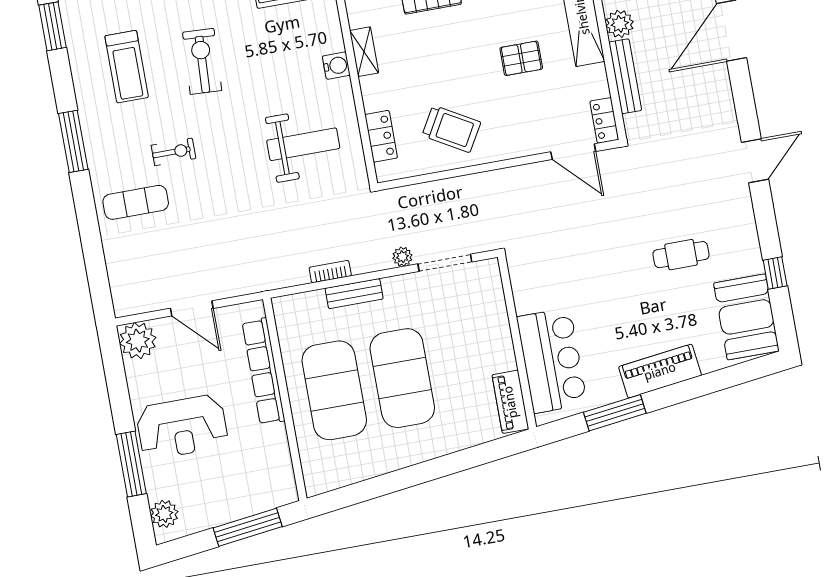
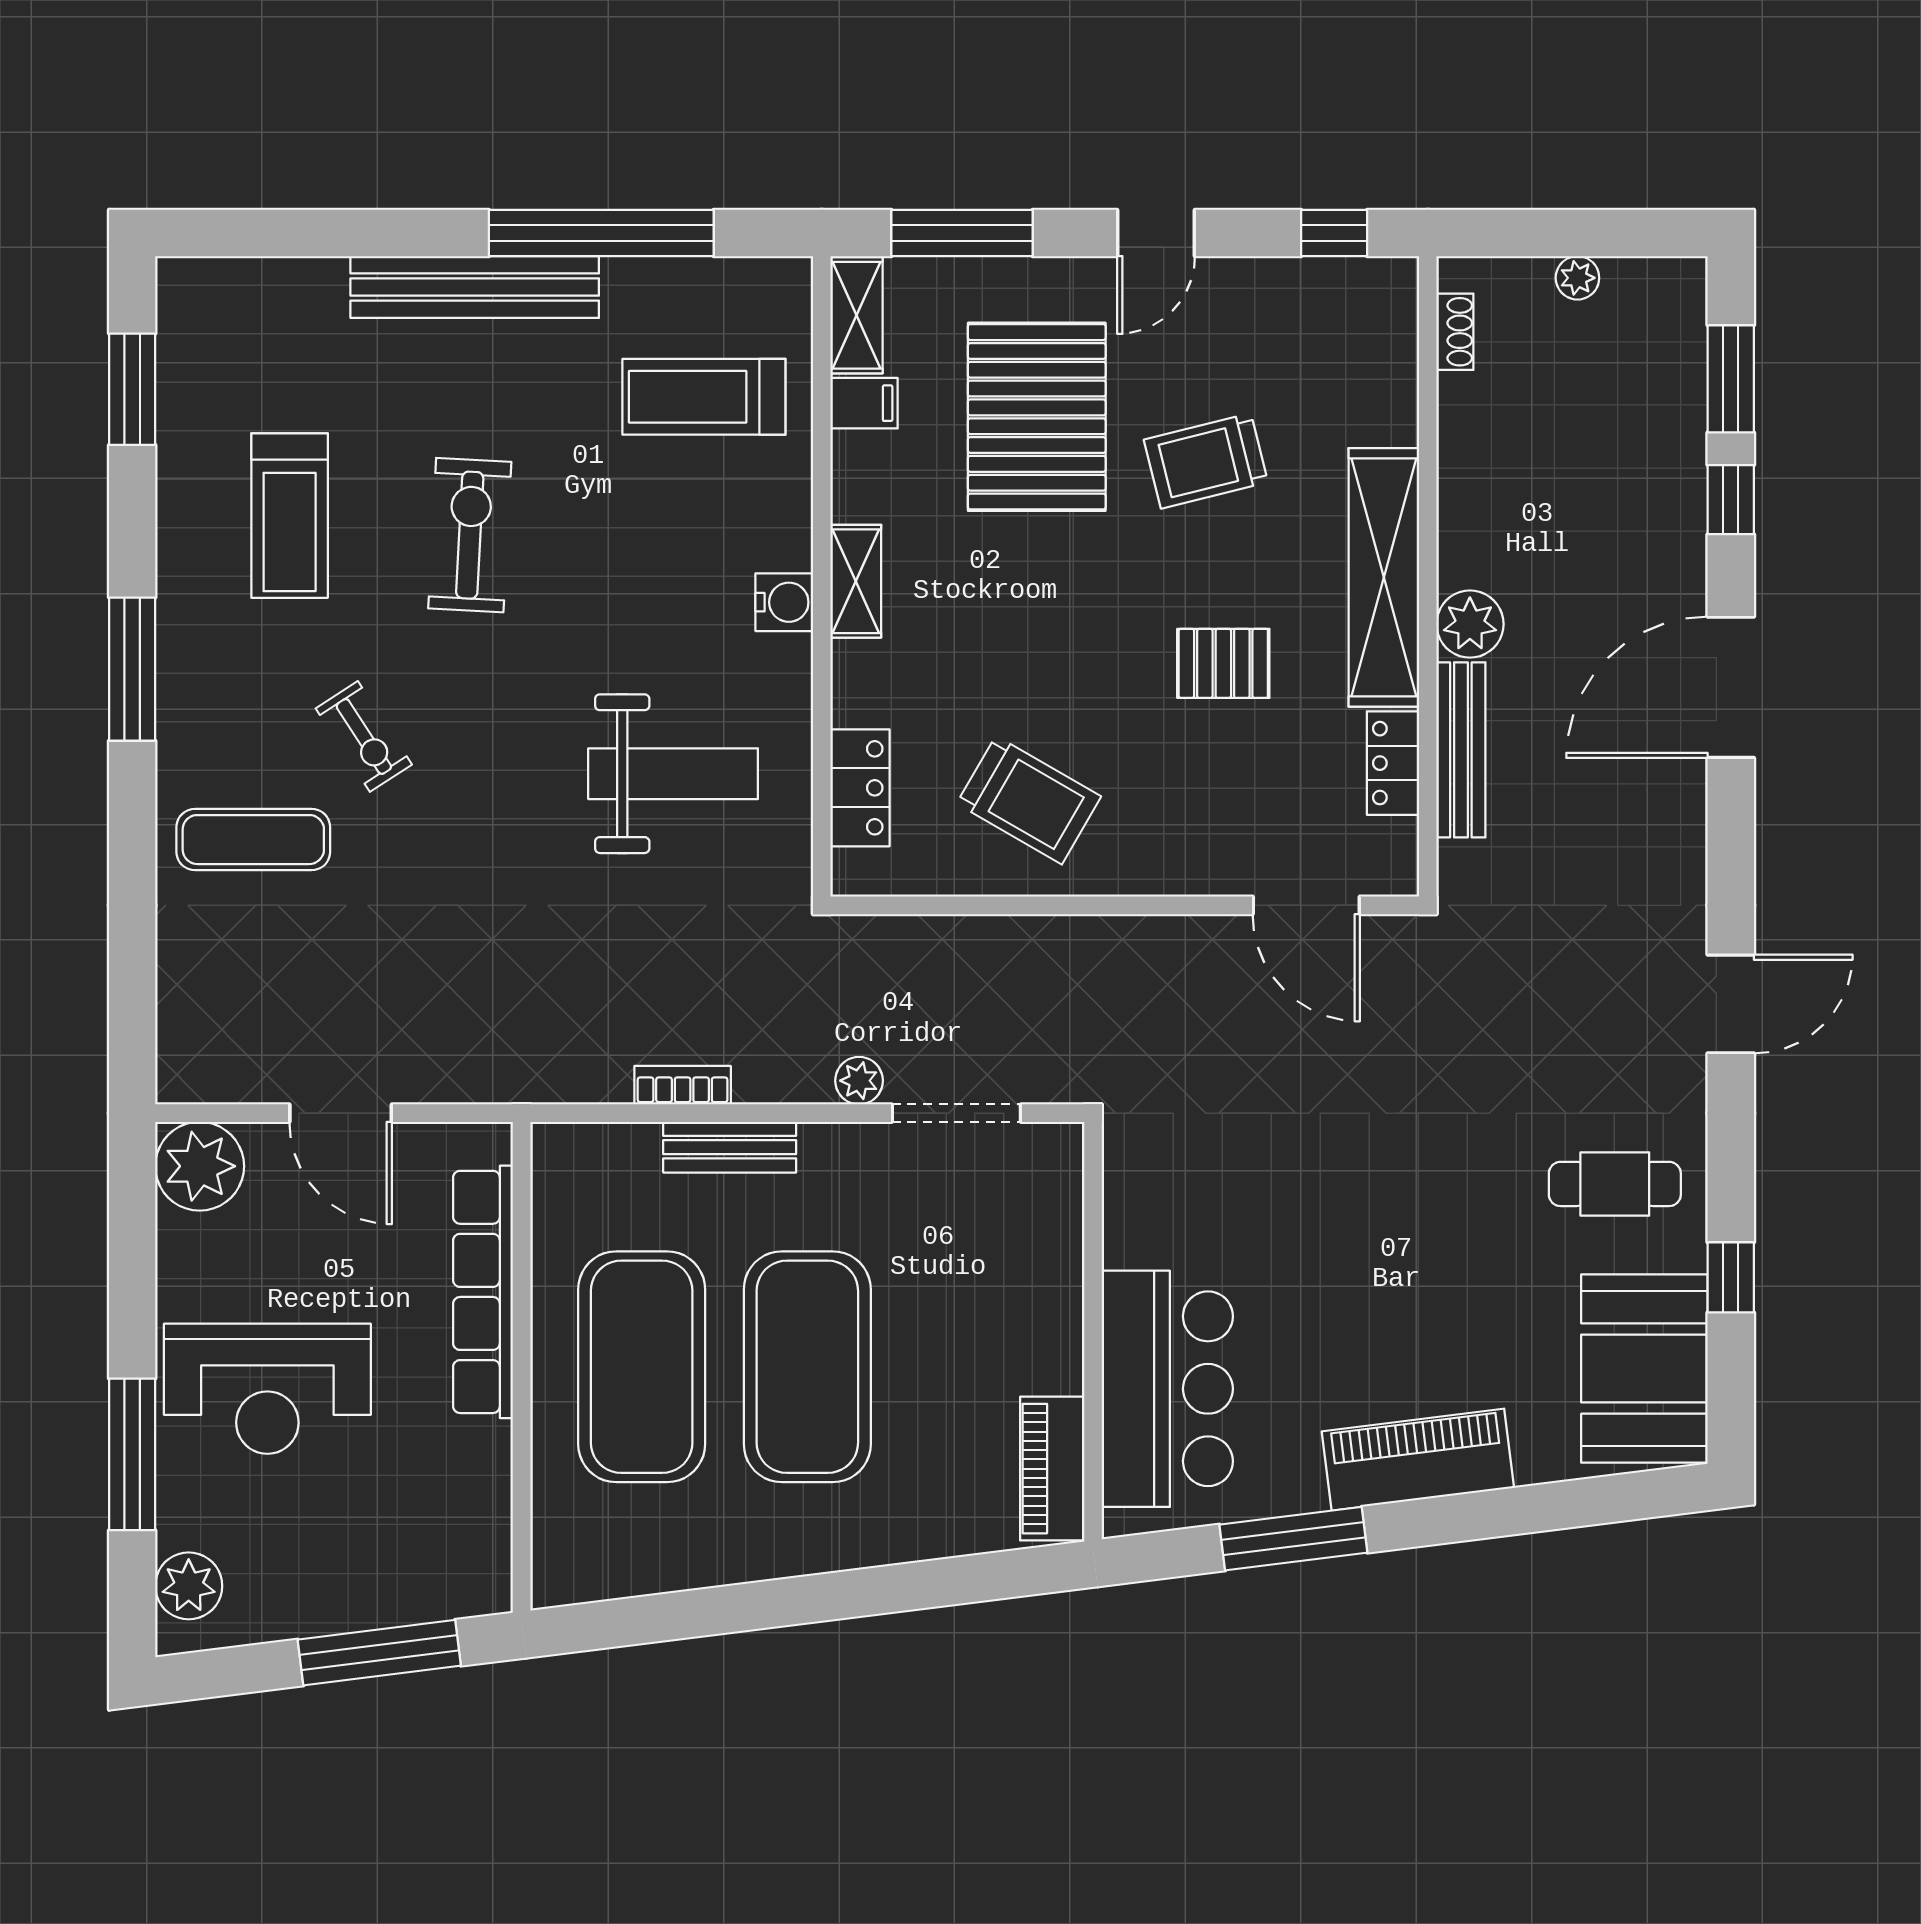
locker: (604, 120) -> (1393, 763), moved
exercise bike: (173, 152) -> (364, 736), turned 57
cafe table: (681, 255) -> (1615, 1184), moved

